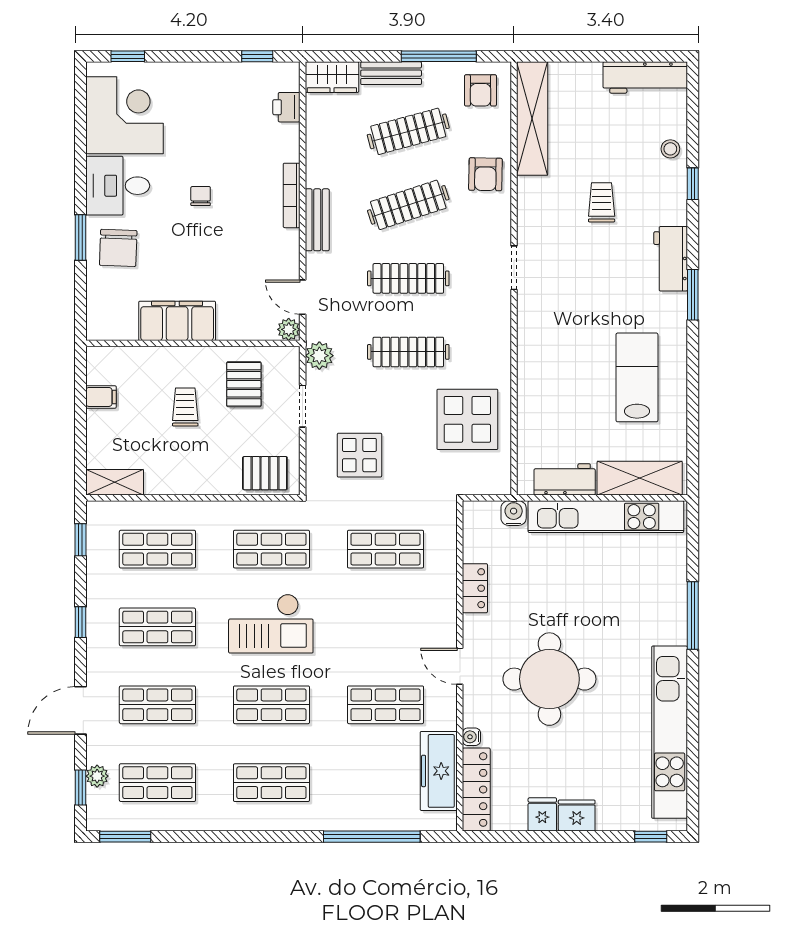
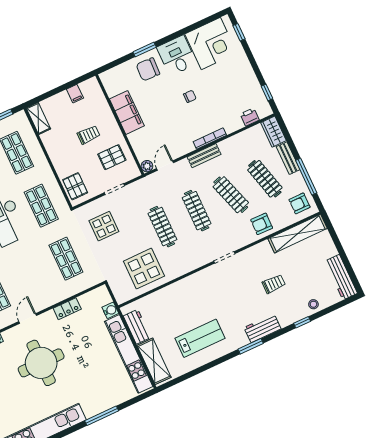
plant: (319, 356) -> (141, 186), removed

